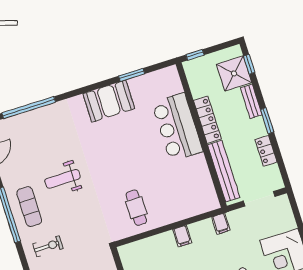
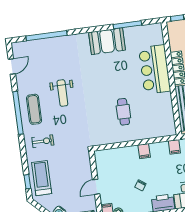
window: (132, 75) -> (127, 25), width x1.44
weight bench: (62, 179) -> (62, 93), turned -90
cafe table: (136, 208) -> (123, 112), moved

